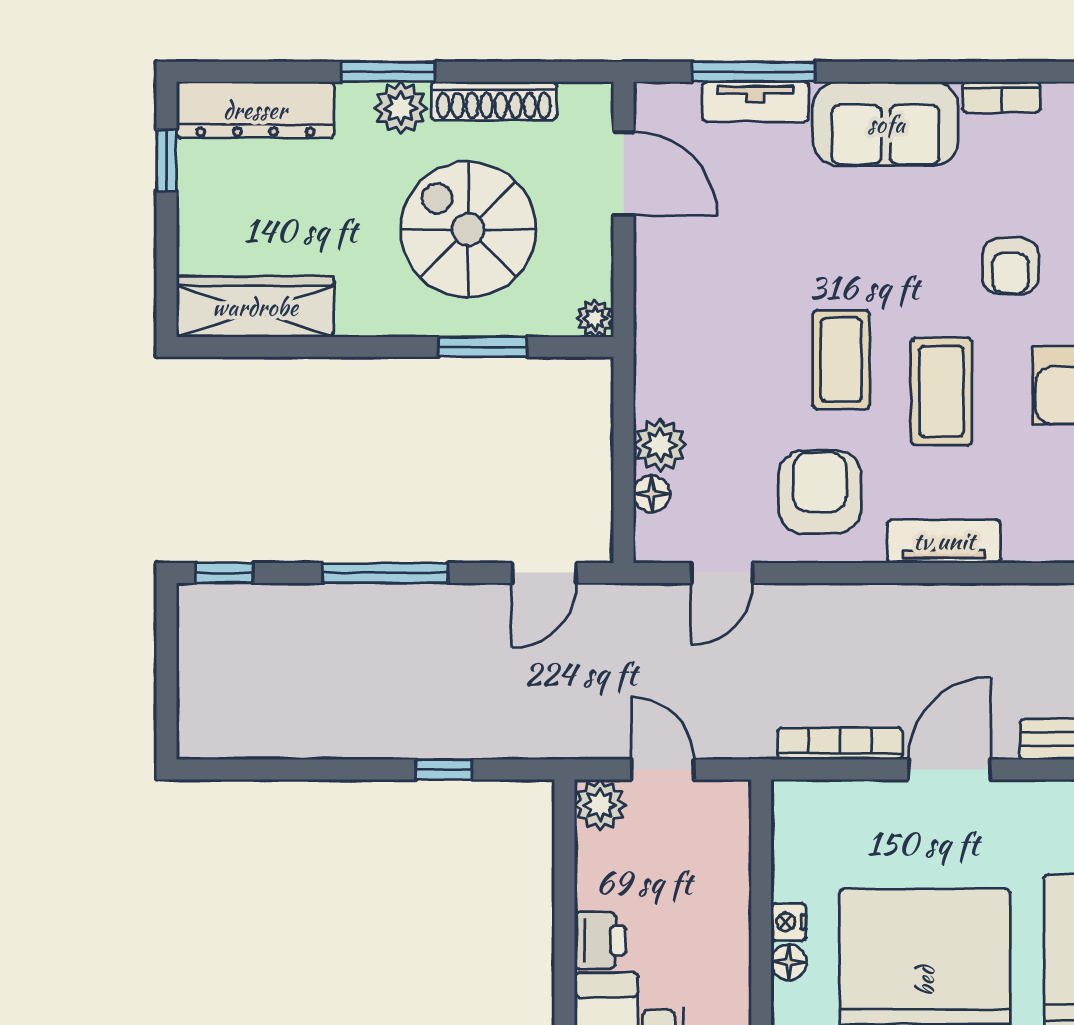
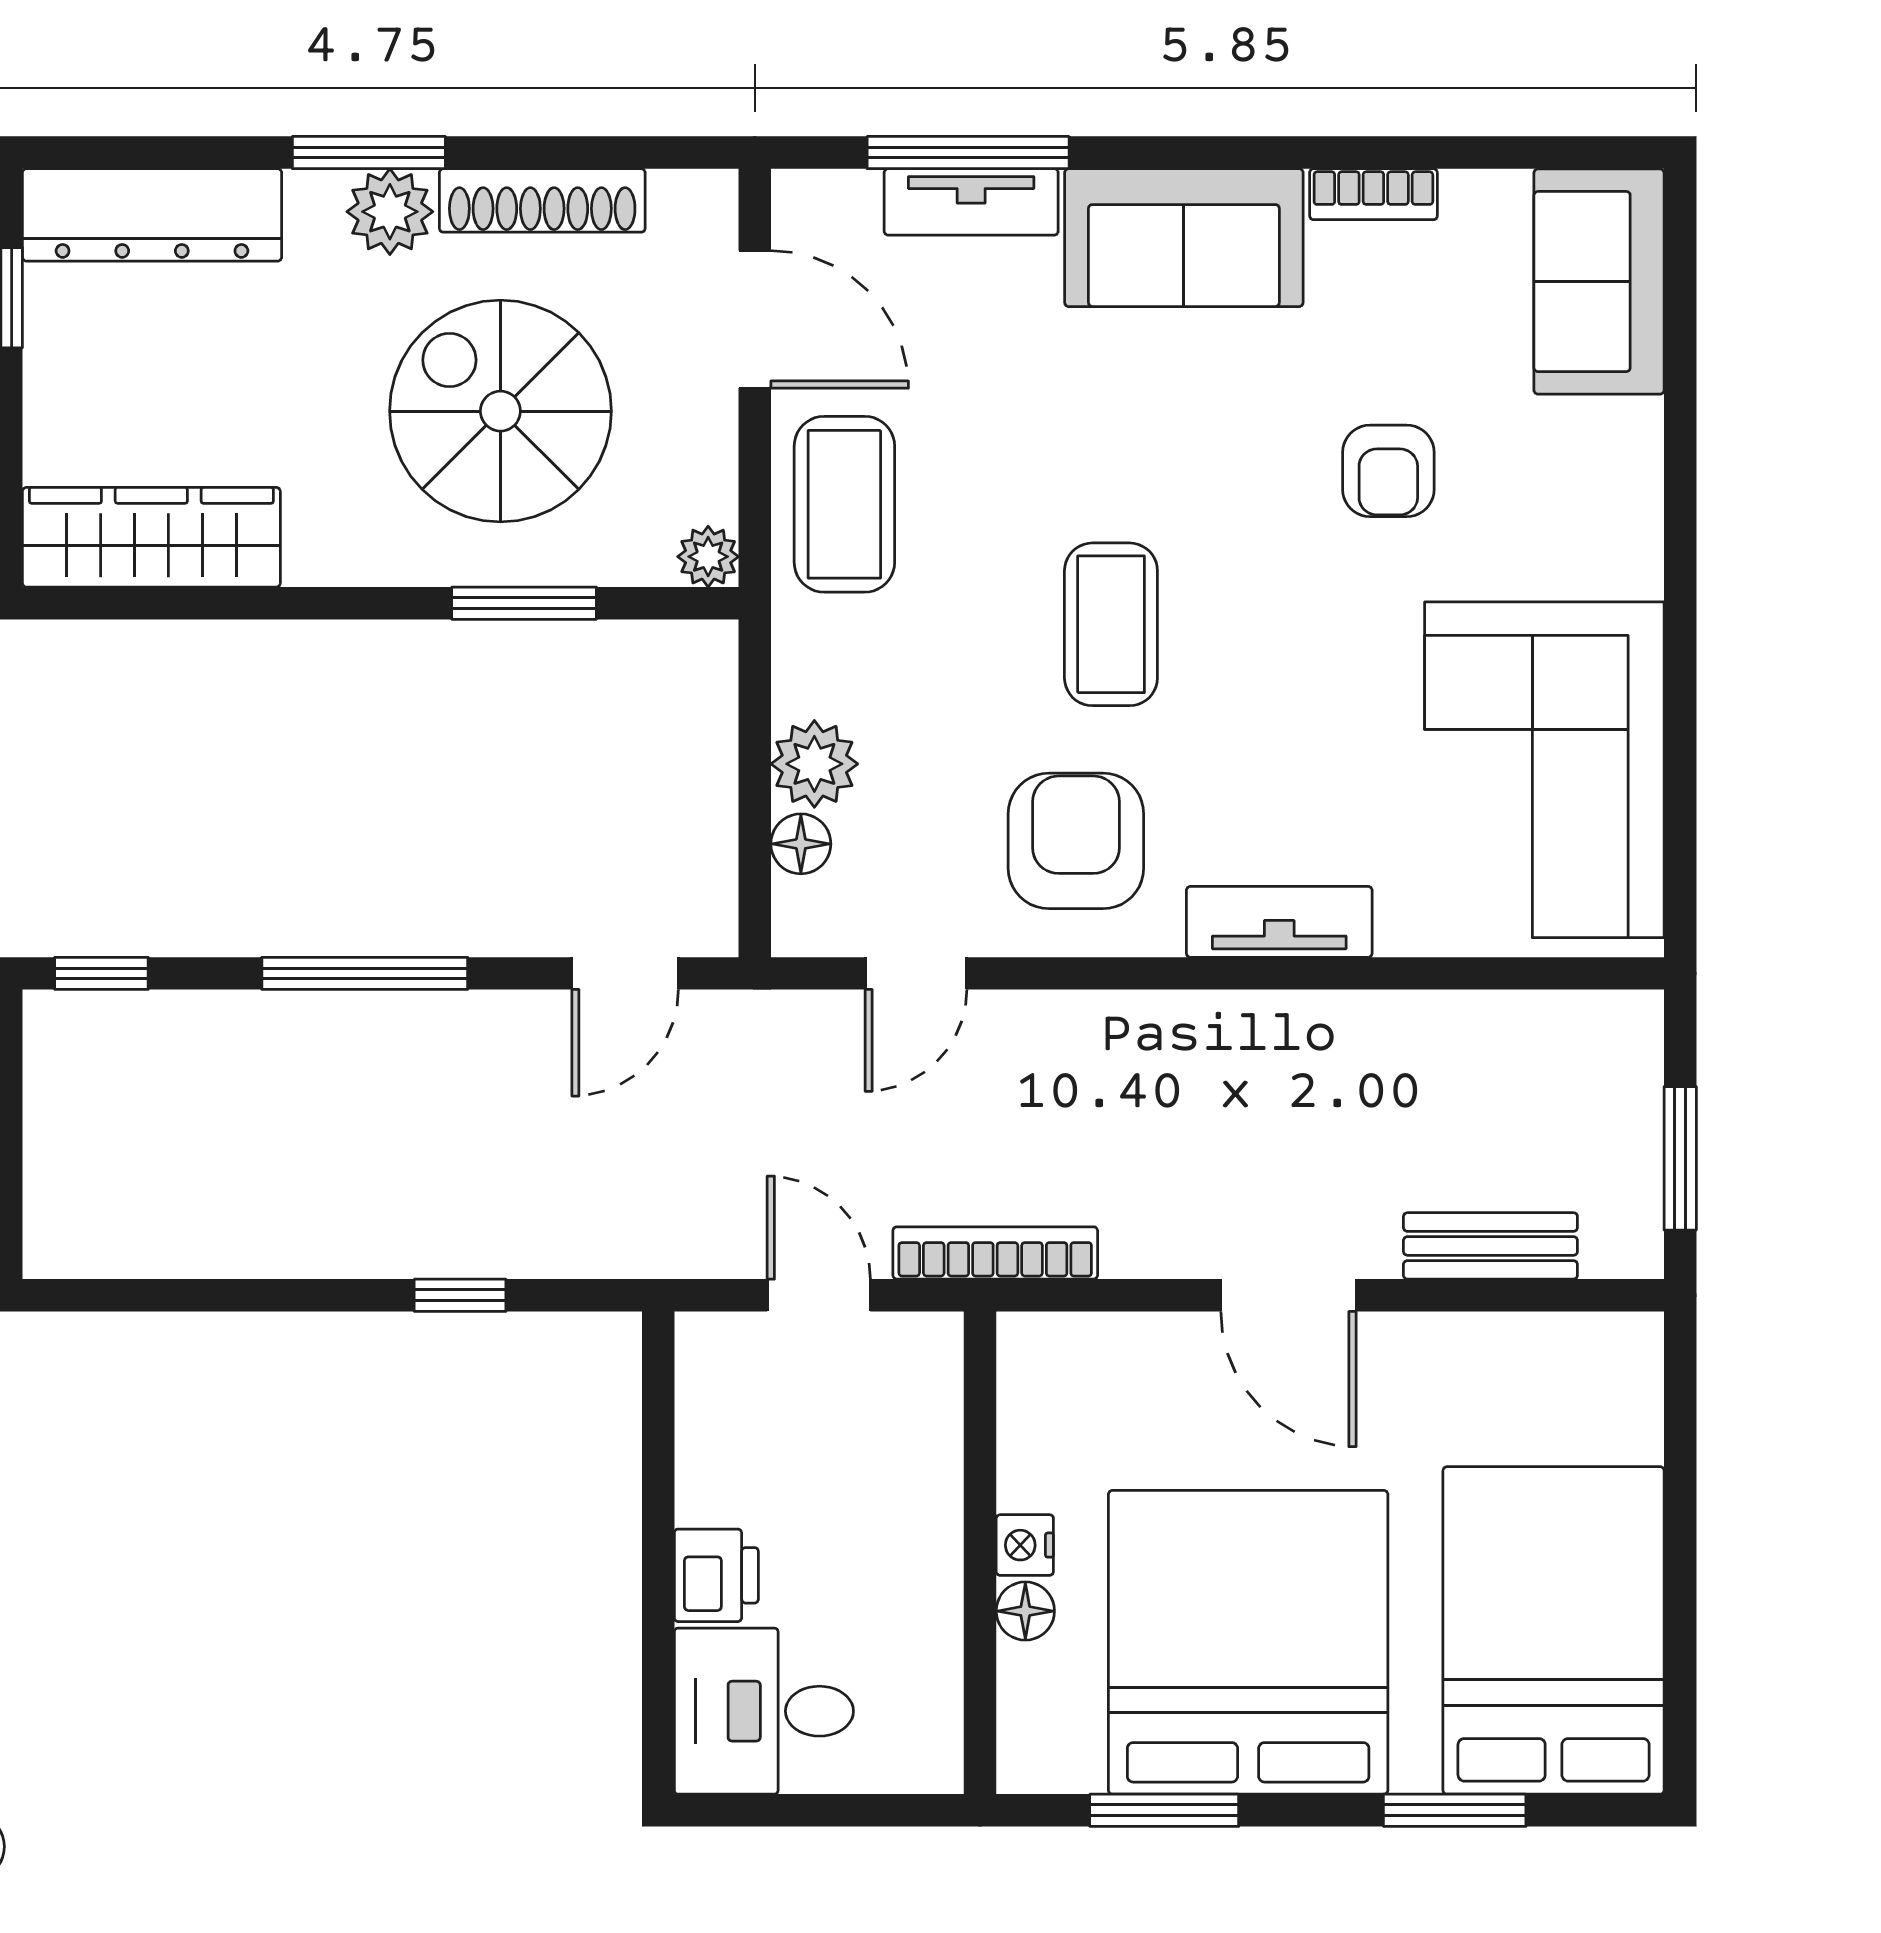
coffee table: (942, 391) -> (844, 504), moved
bookcase: (840, 744) -> (995, 1253), moved
door: (949, 770) -> (1288, 1295), swing flipped
plant: (600, 805) -> (716, 1353), removed

